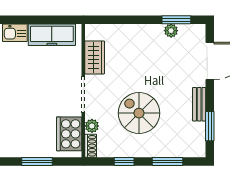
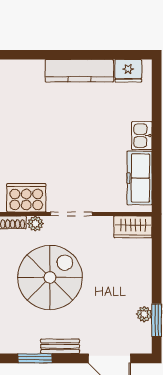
wardrobe: (95, 57) -> (133, 227), moved
spiral stairs: (139, 113) -> (50, 278), width x1.37, depth x1.37

